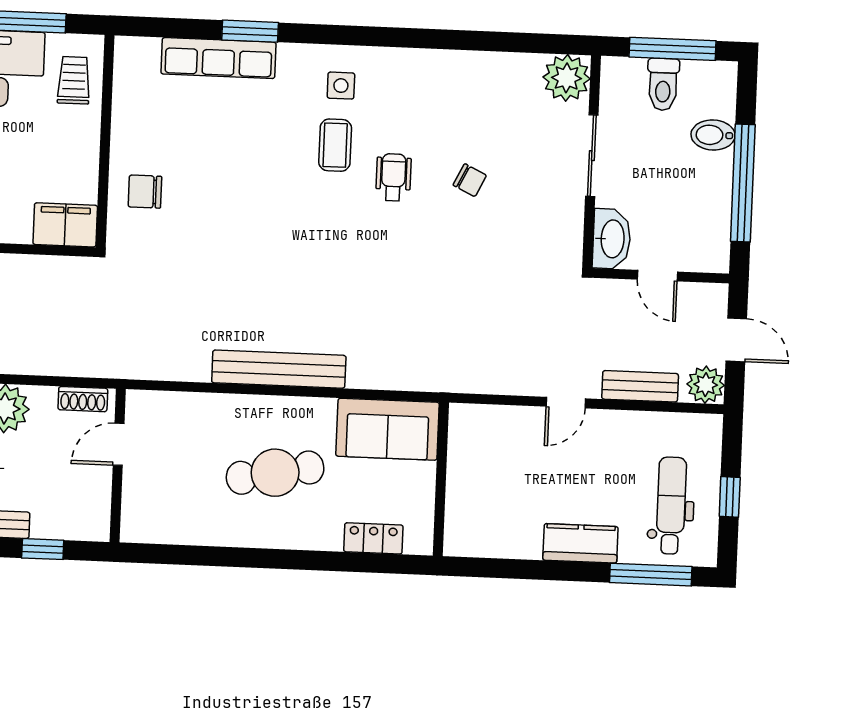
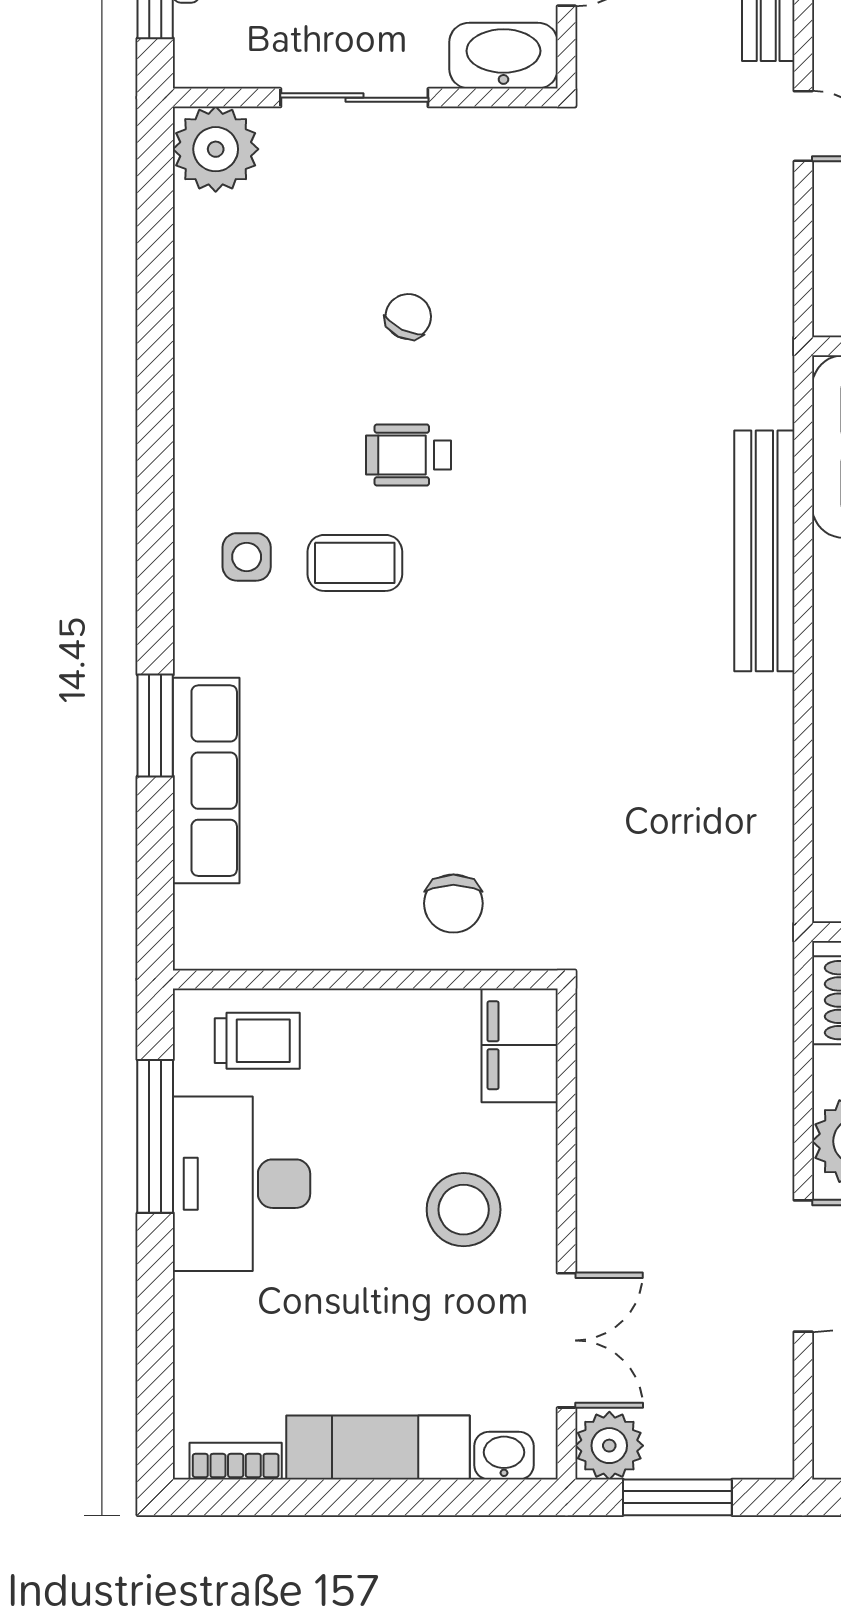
trolley: (74, 80) -> (257, 1041), turned 180
bench: (279, 369) -> (764, 551), moved

